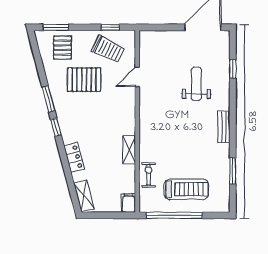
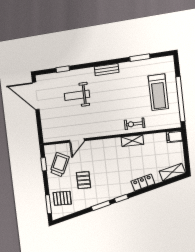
door: (137, 77) -> (77, 140), hinge flipped
pallet: (84, 80) -> (83, 180), width x0.67, depth x0.71
exercise bike: (149, 175) -> (135, 124), moved
treadmill: (186, 189) -> (158, 92), turned 180

